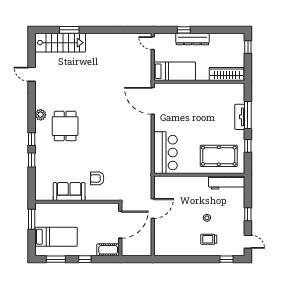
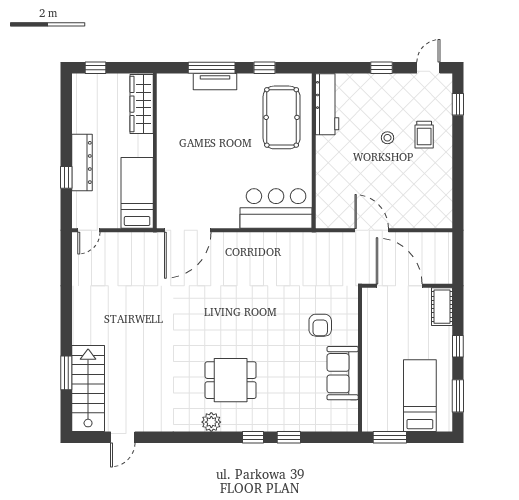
door: (32, 74) -> (123, 437), moved

